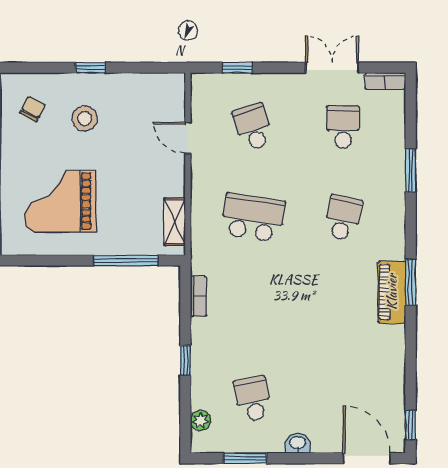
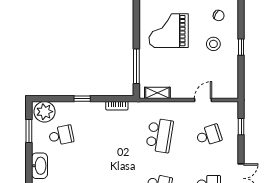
grand piano: (60, 201) -> (169, 31), turned -90
plant: (201, 421) -> (45, 112), width x1.87, depth x1.87
washbasin: (298, 443) -> (39, 166), width x1.91, depth x1.45

